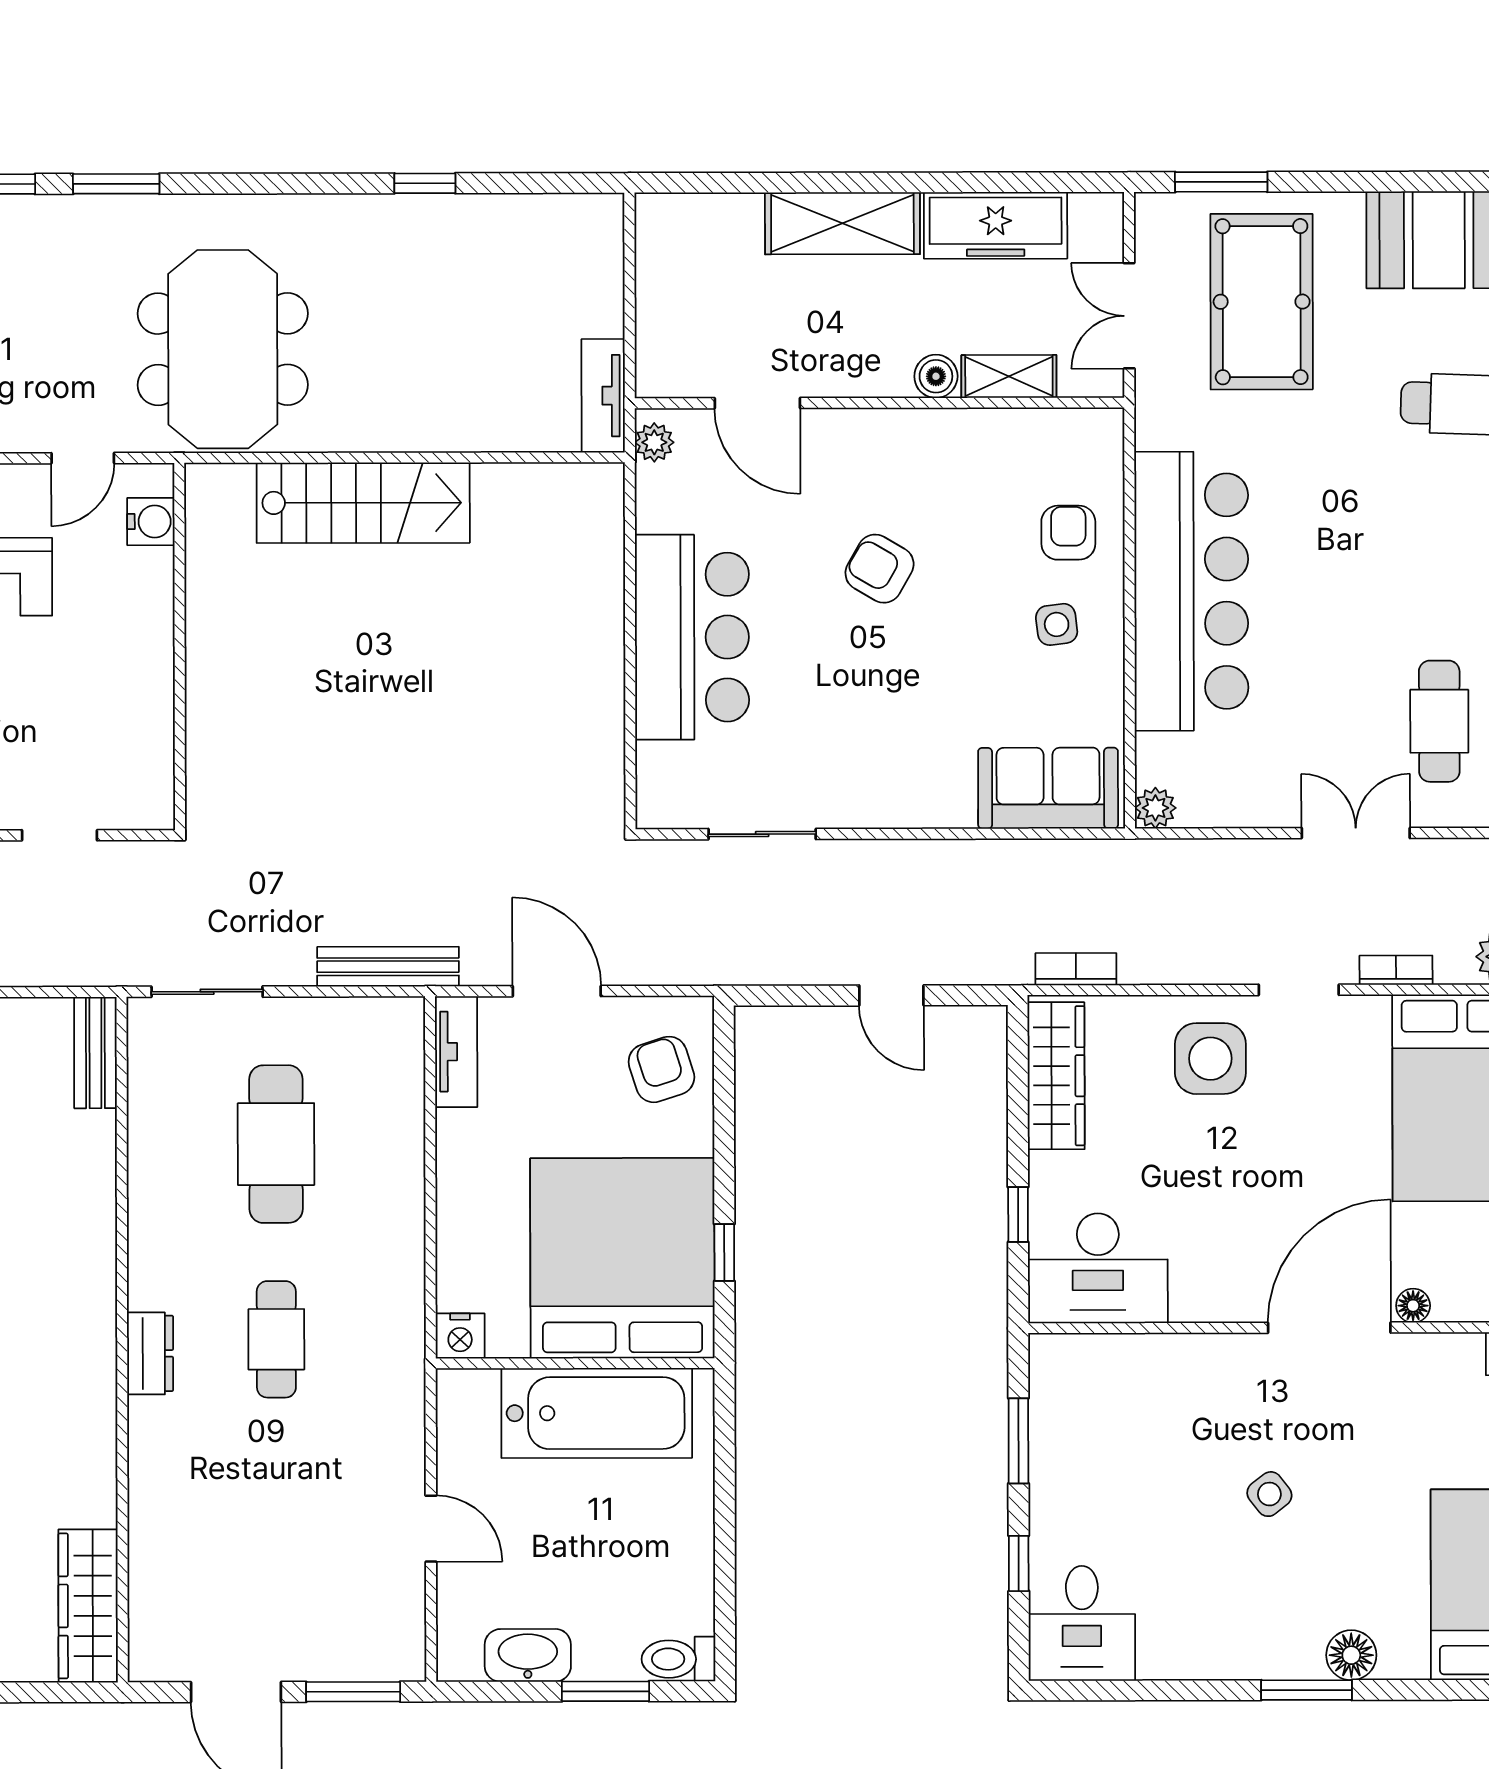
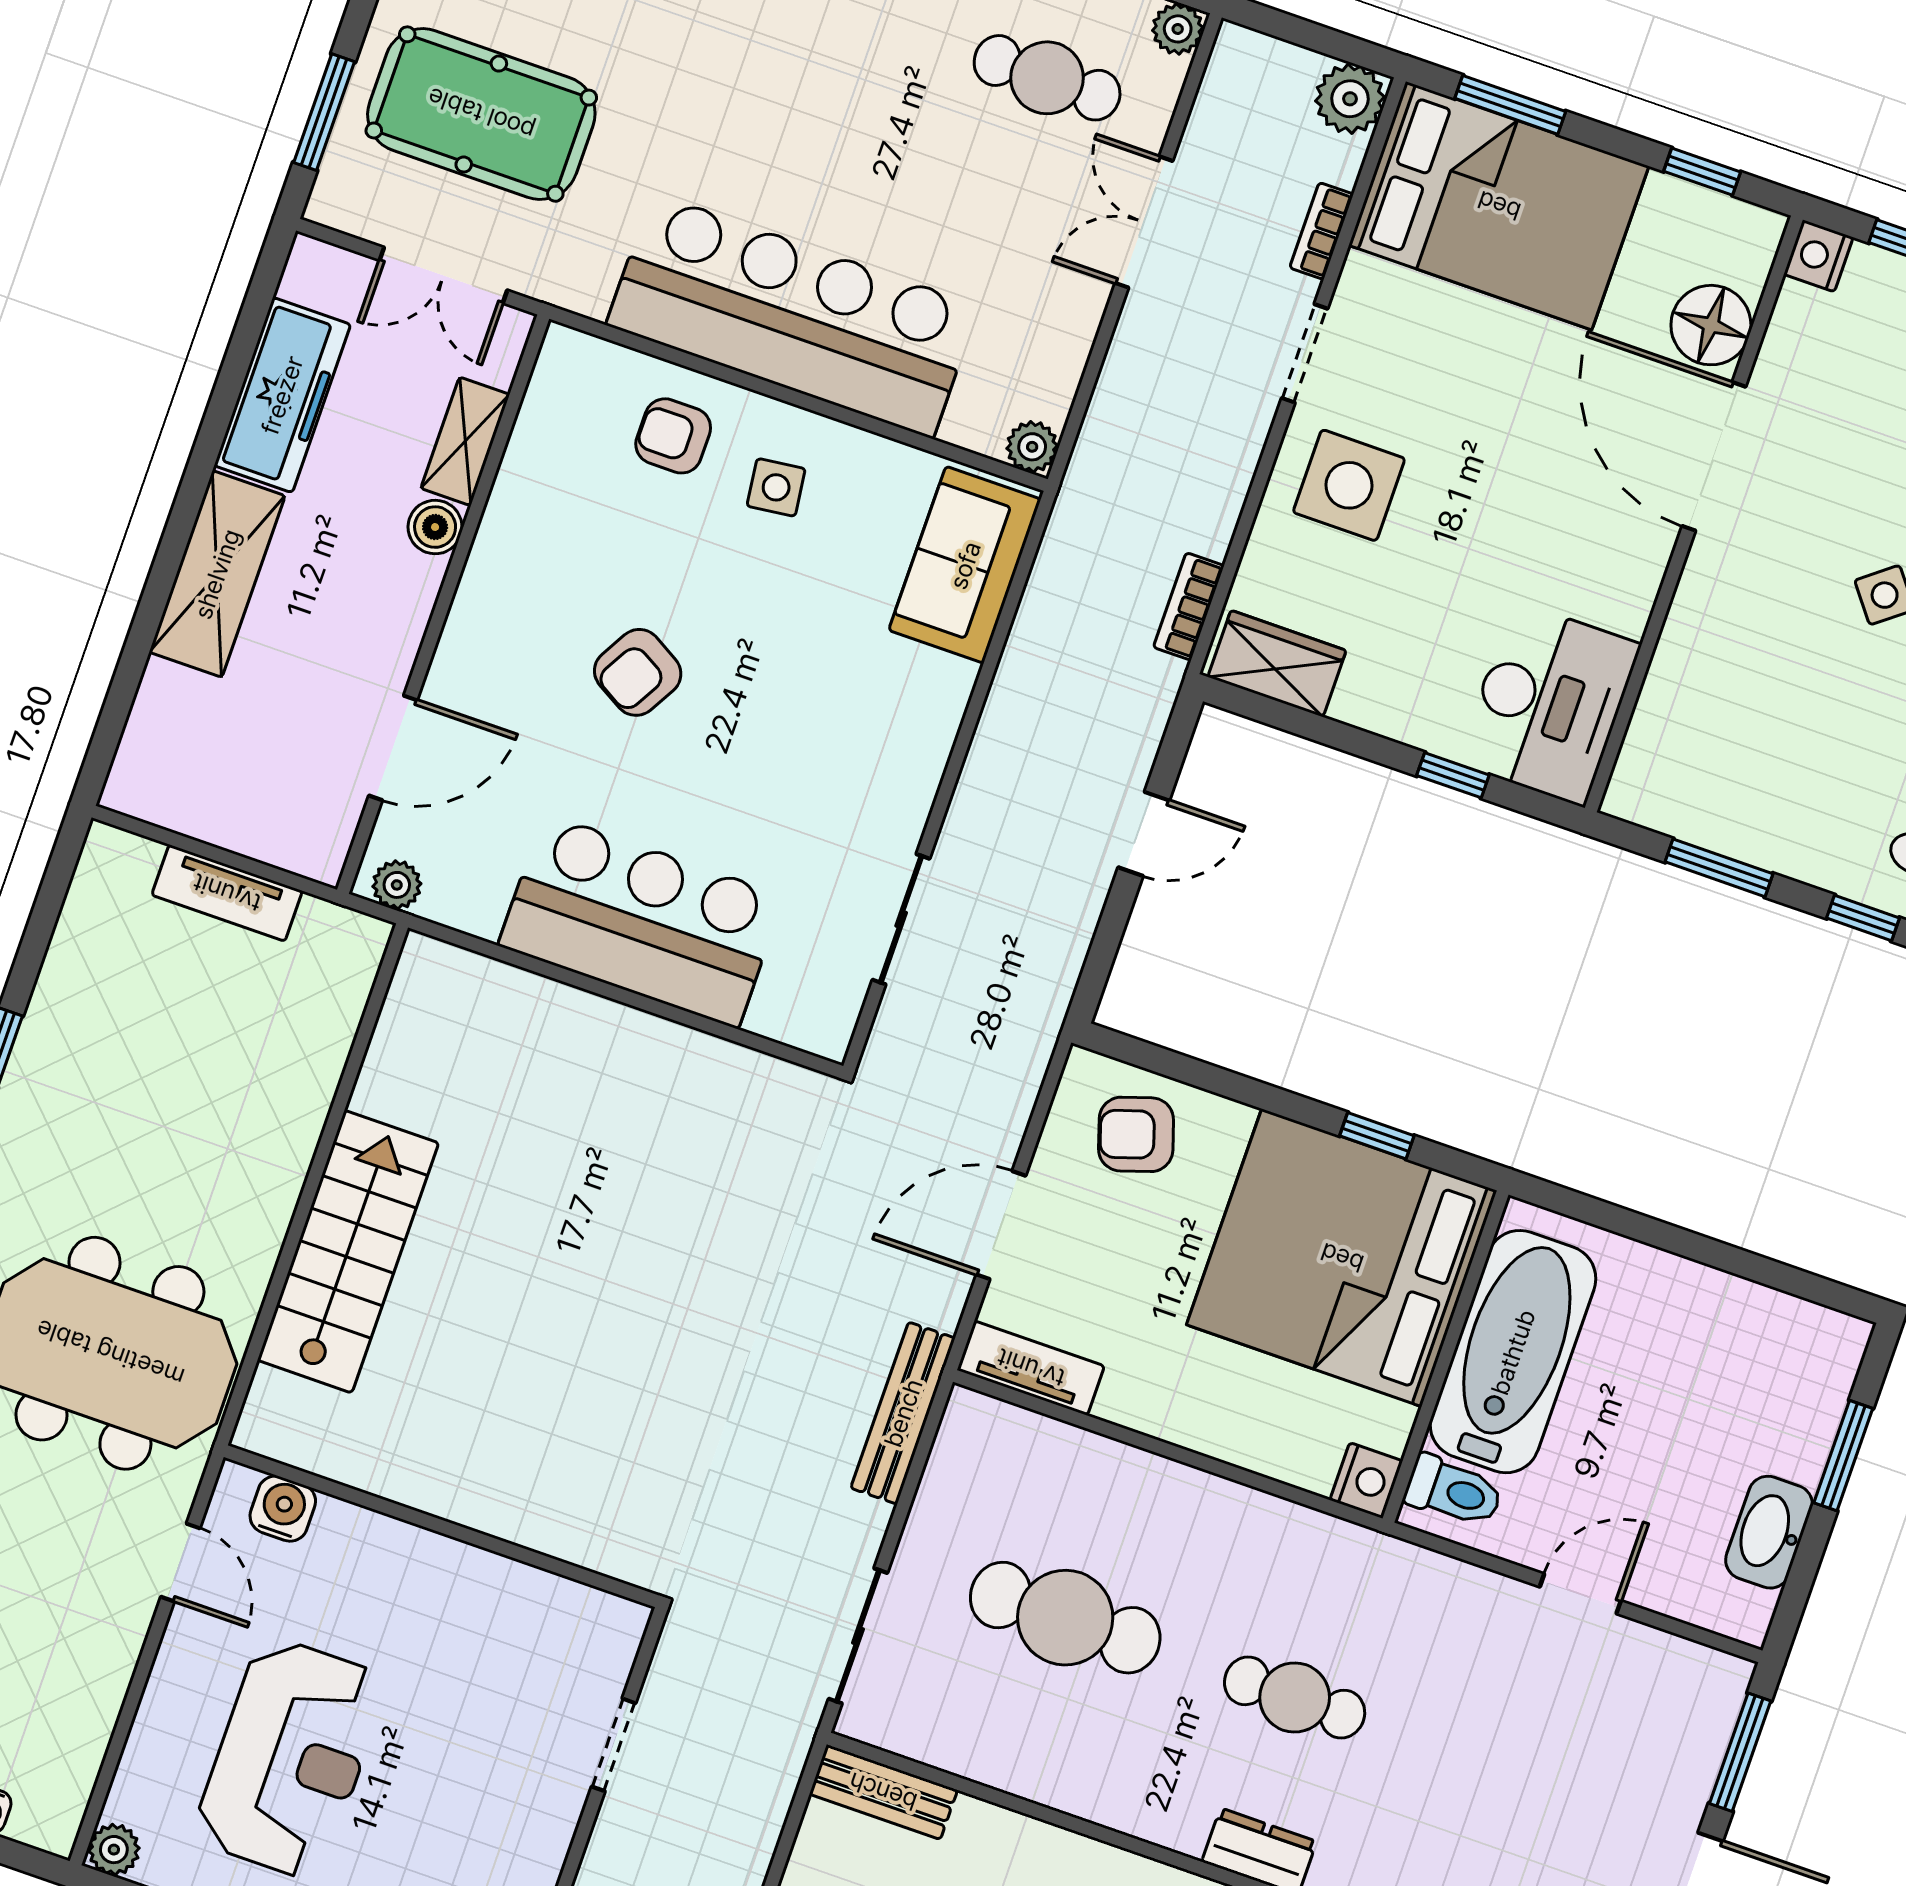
tv unit: (603, 396) -> (227, 893), moved
wardrobe: (1056, 1076) -> (1277, 664), width x0.67
floor lamp: (1413, 1306) -> (1711, 325), width x1.89, depth x1.89
toilet: (678, 1659) -> (1454, 1491), moved, turned -90

